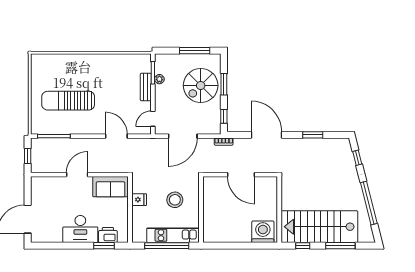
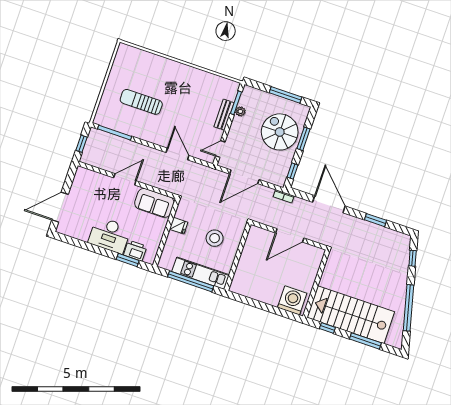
spiral stairs: (201, 85) -> (280, 132), turned 90
sun lounger: (68, 101) -> (141, 102), width x0.73, depth x0.75
door: (241, 175) -> (290, 235), hinge flipped

